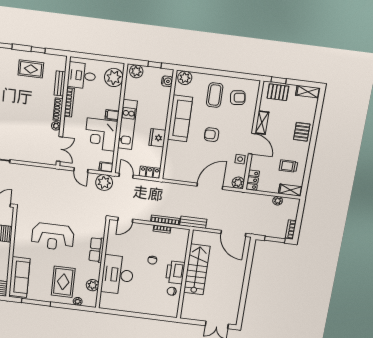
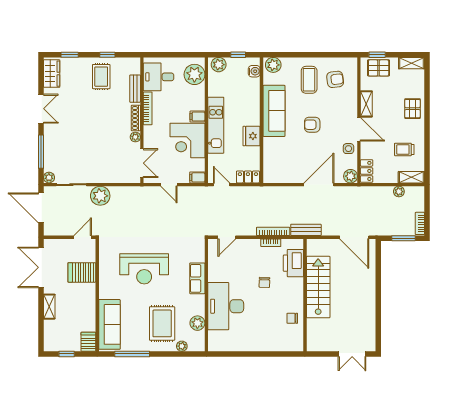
rug: (31, 69) -> (101, 77), turned 90
plant: (104, 182) -> (100, 196), moved
printer: (175, 272) -> (293, 263), moved

